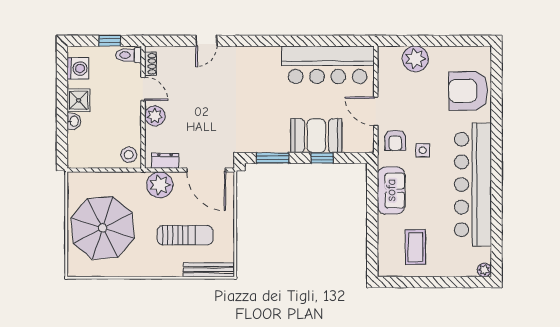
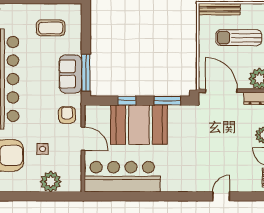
booth: (316, 136) -> (139, 125), width x1.36, depth x1.42
side table: (423, 150) -> (43, 149), moved
window: (372, 192) -> (86, 73), added
coffee table: (415, 247) -> (51, 28), turned 90

